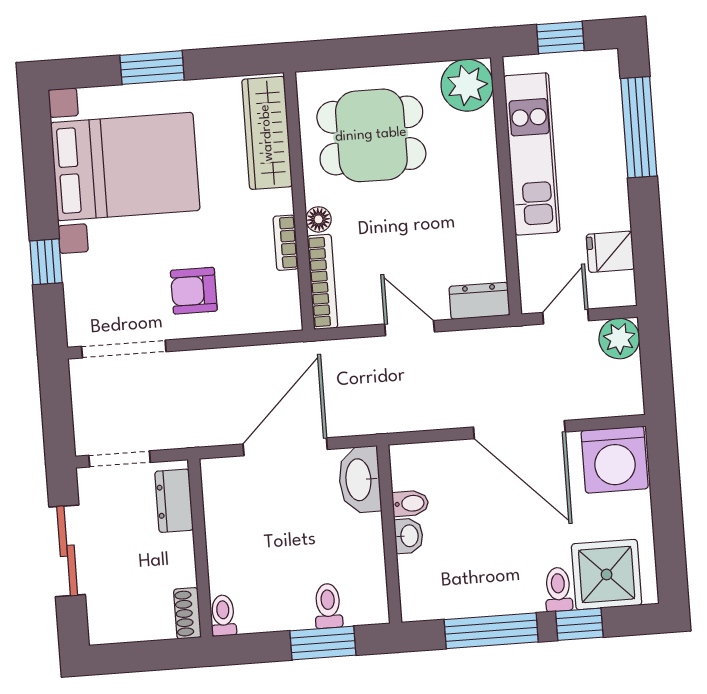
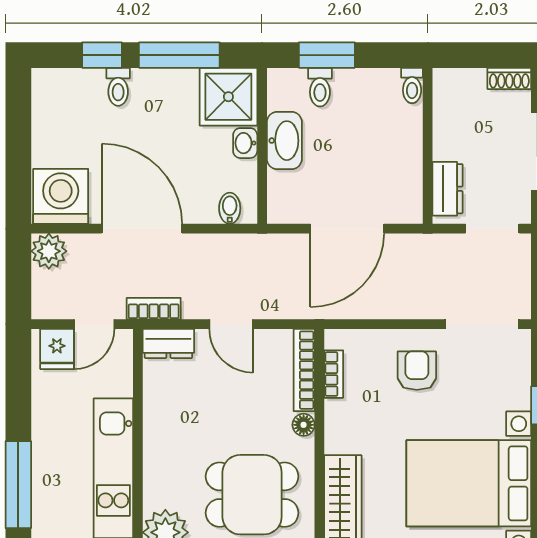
bookcase: (286, 243) -> (334, 374), moved
fridge: (610, 252) -> (57, 349), moved, turned 90
armchair: (194, 291) -> (417, 371), turned -90
plant: (619, 338) -> (49, 251), moved
bookcase: (499, 339) -> (154, 309), added
washbasin: (360, 480) -> (284, 141), moved
bidet: (410, 503) -> (230, 208), moved, turned 90
shower: (607, 575) -> (228, 97), moved
shoe rack: (187, 613) -> (509, 78), moved, turned 90

